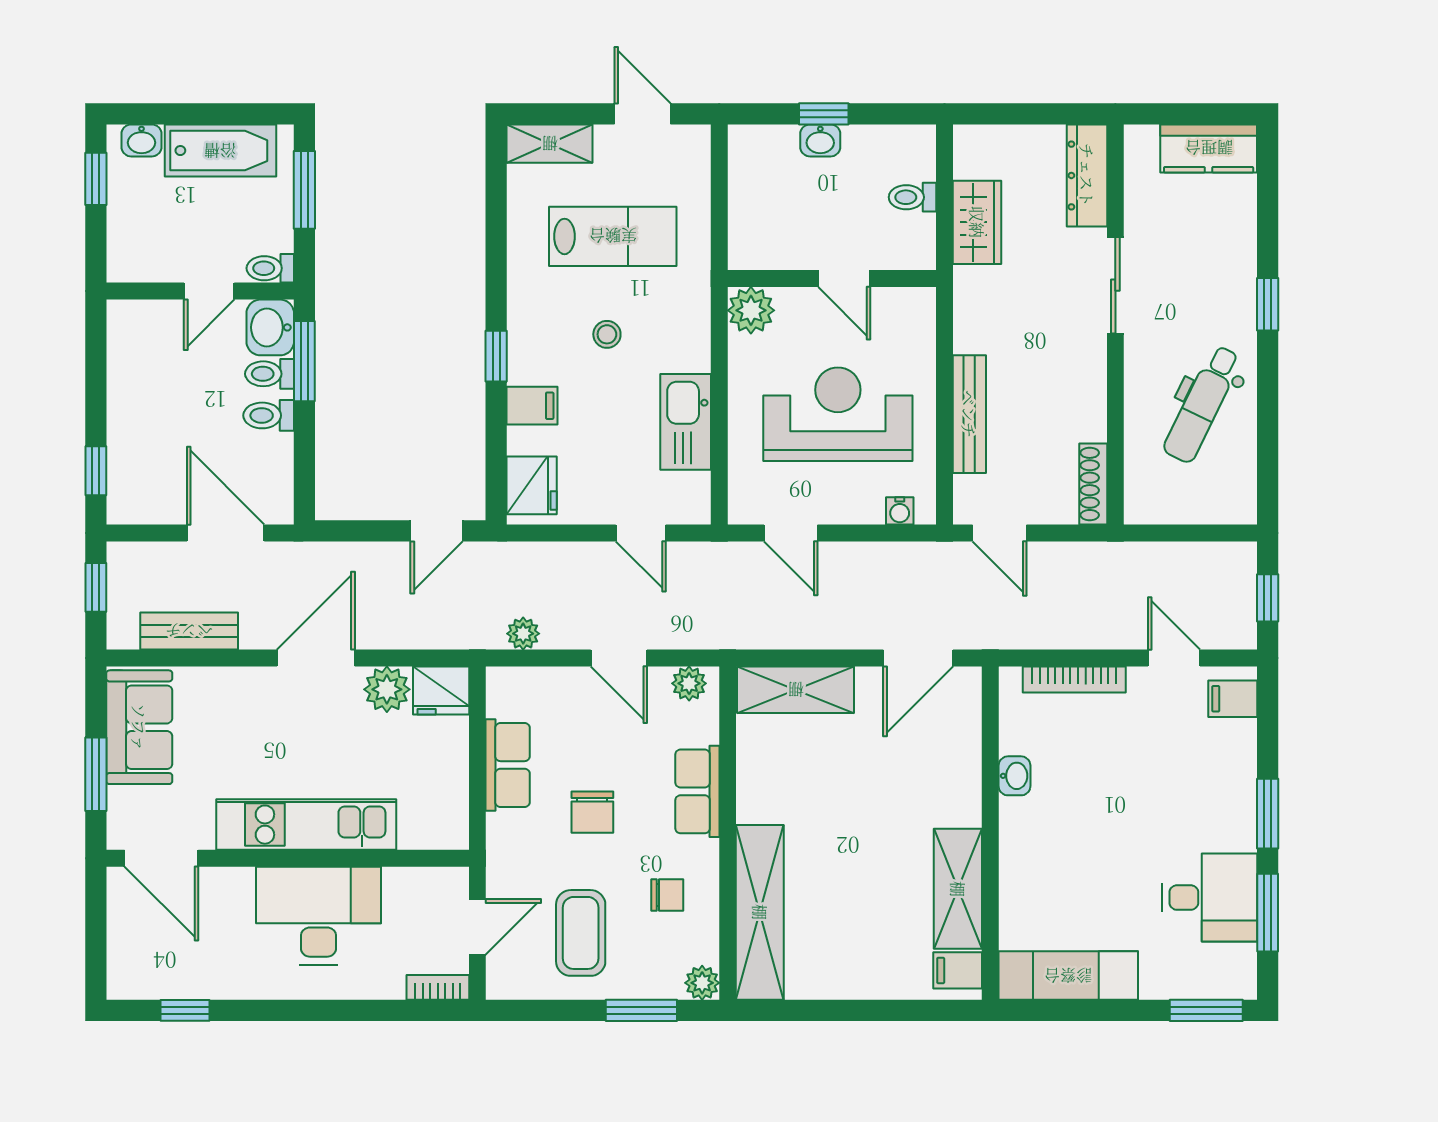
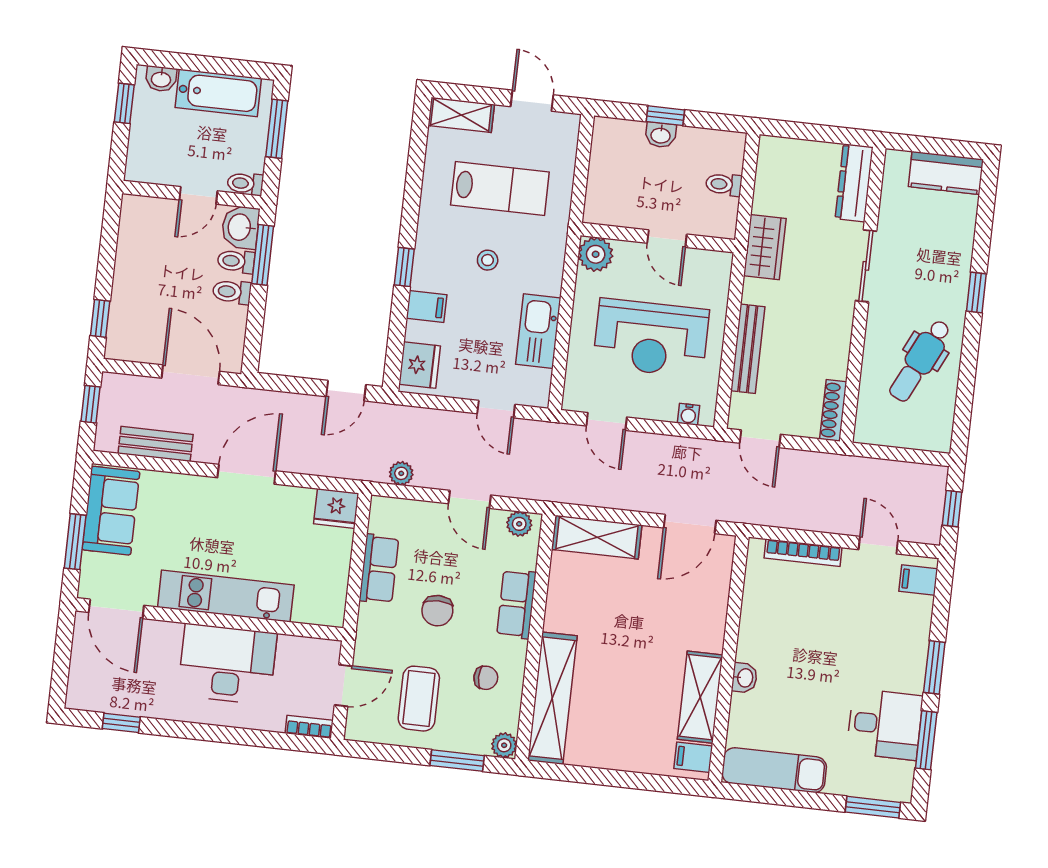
wardrobe: (977, 222) -> (765, 247), moved
reception desk: (838, 414) -> (651, 338), turned 180
plant: (387, 689) -> (296, 503), removed
washbasin: (1015, 776) -> (745, 678), moved

